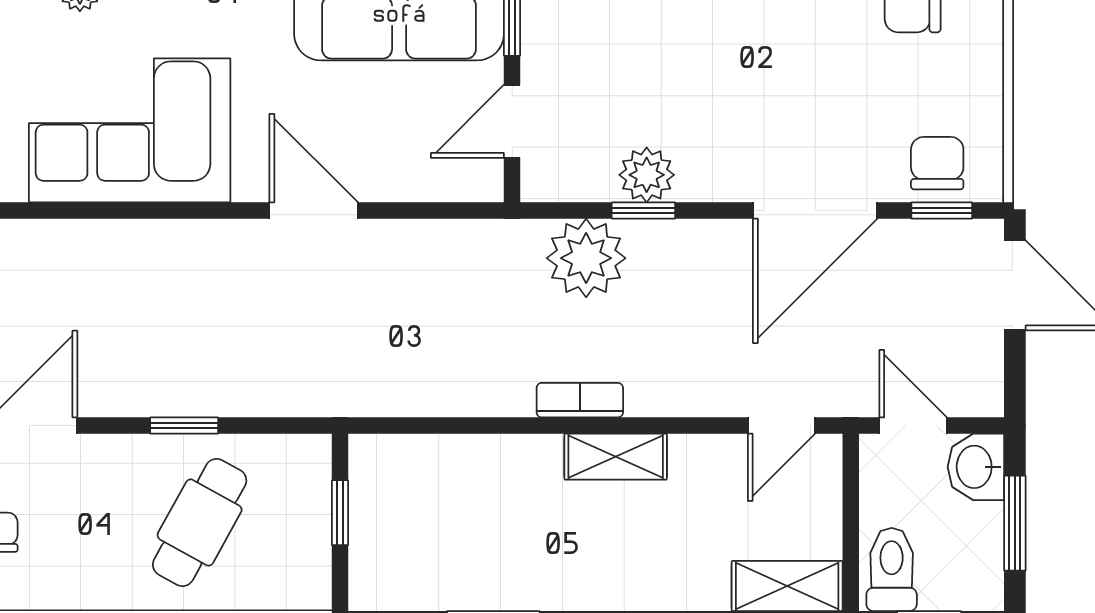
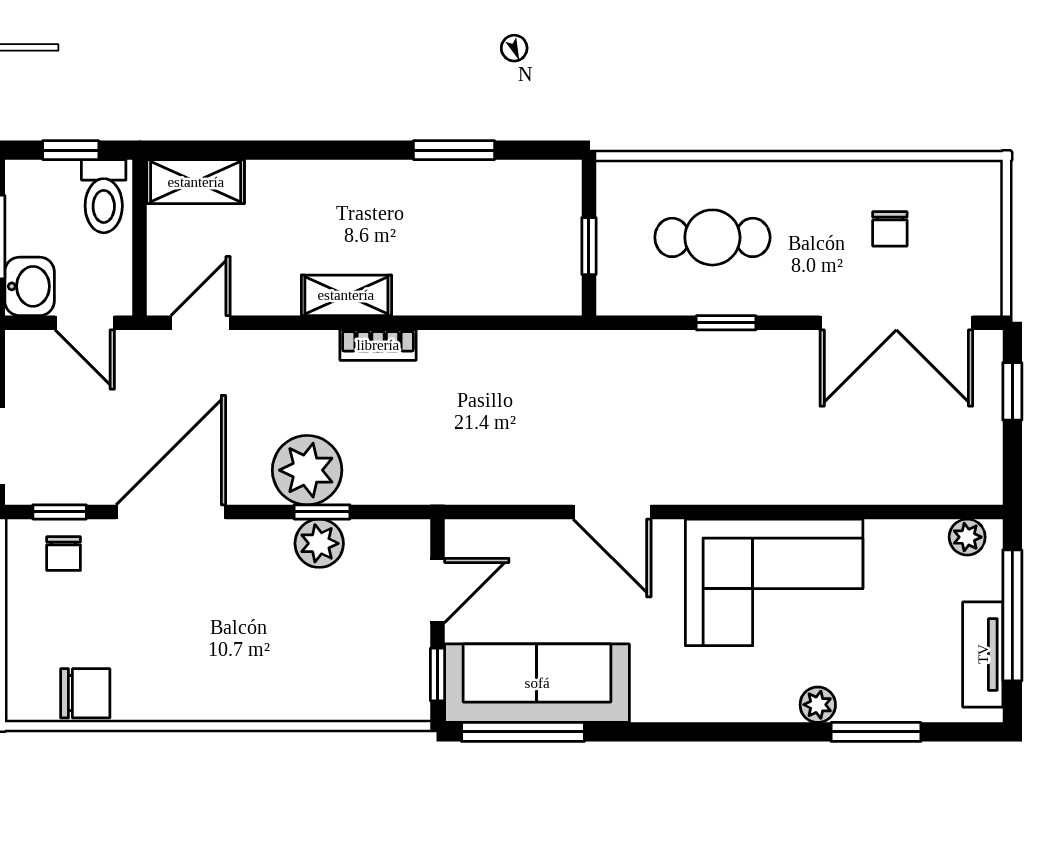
chair: (937, 163) -> (64, 554), width x0.73, depth x0.73
plant: (586, 258) -> (307, 470), moved
cafe table: (200, 522) -> (712, 237), turned 61

